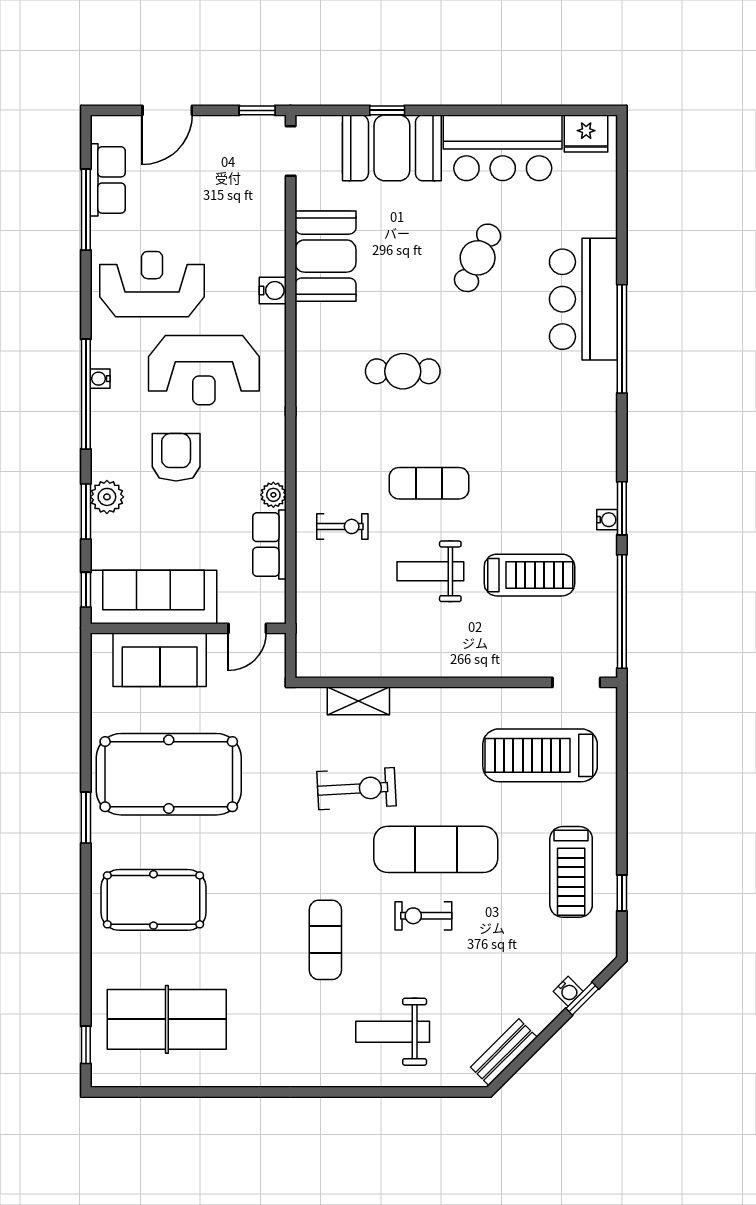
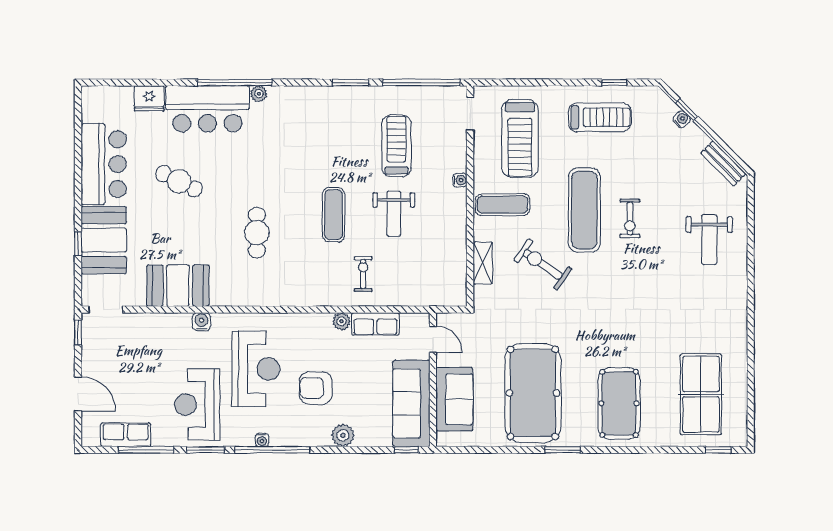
fridge: (586, 134) -> (149, 98), moved, turned 90
plant: (606, 374) -> (259, 94), added
window: (86, 512) -> (205, 450), moved
water cooler: (607, 520) -> (460, 180), moved, turned 90
exercise bike: (356, 789) -> (543, 264), turned -52
exercise mat: (325, 940) -> (503, 205), moved

